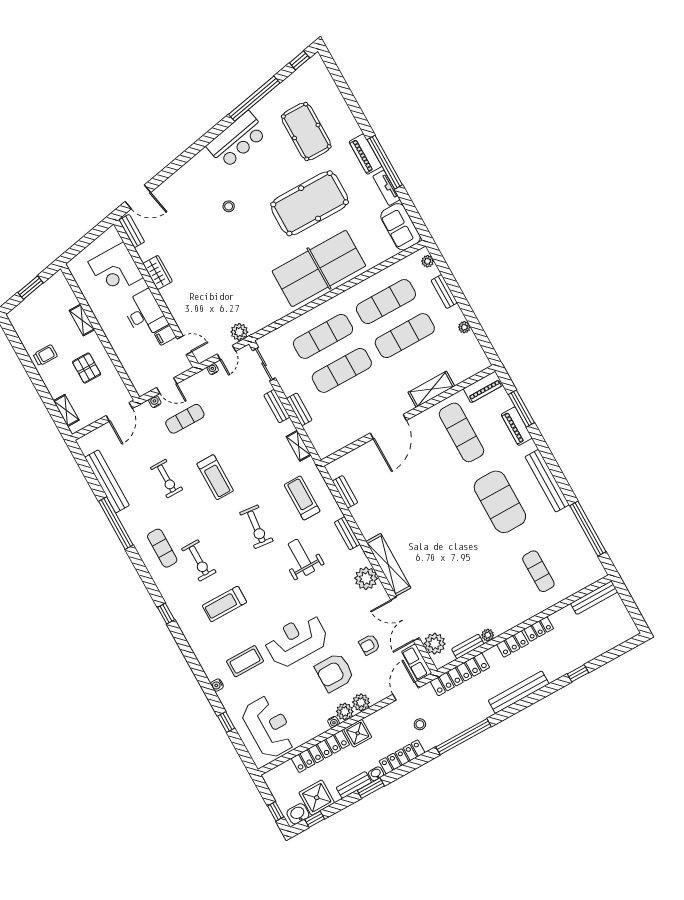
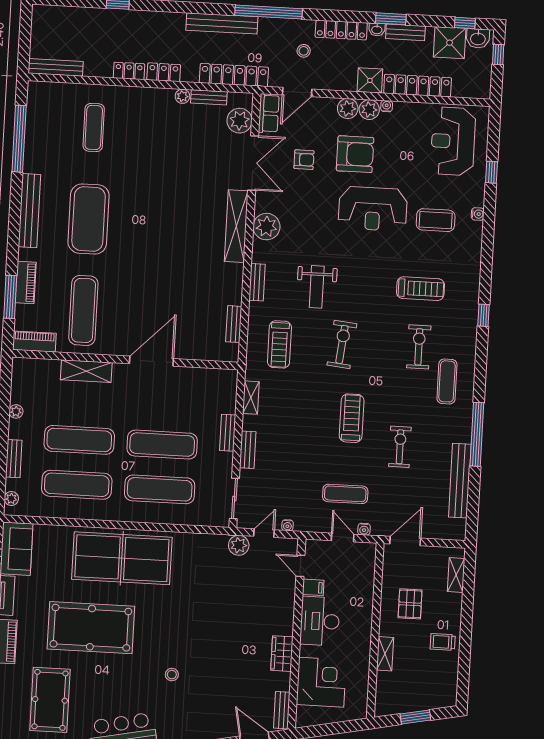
bench: (519, 692) -> (222, 23), moved

